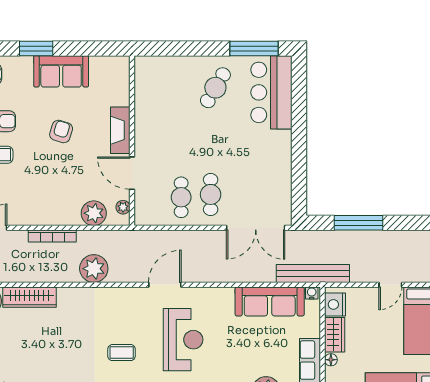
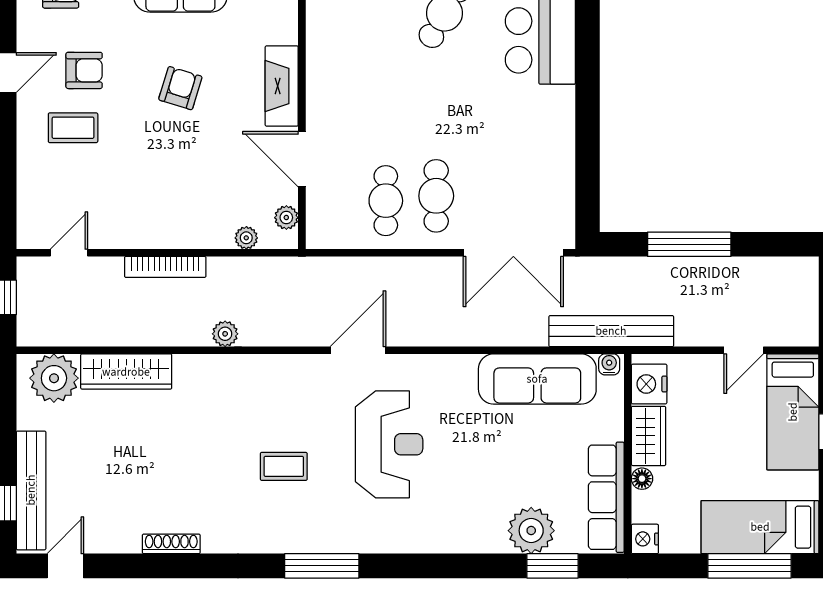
plant: (94, 213) -> (246, 238), width x0.53, depth x0.53
plant: (94, 269) -> (225, 334), width x0.53, depth x0.53

